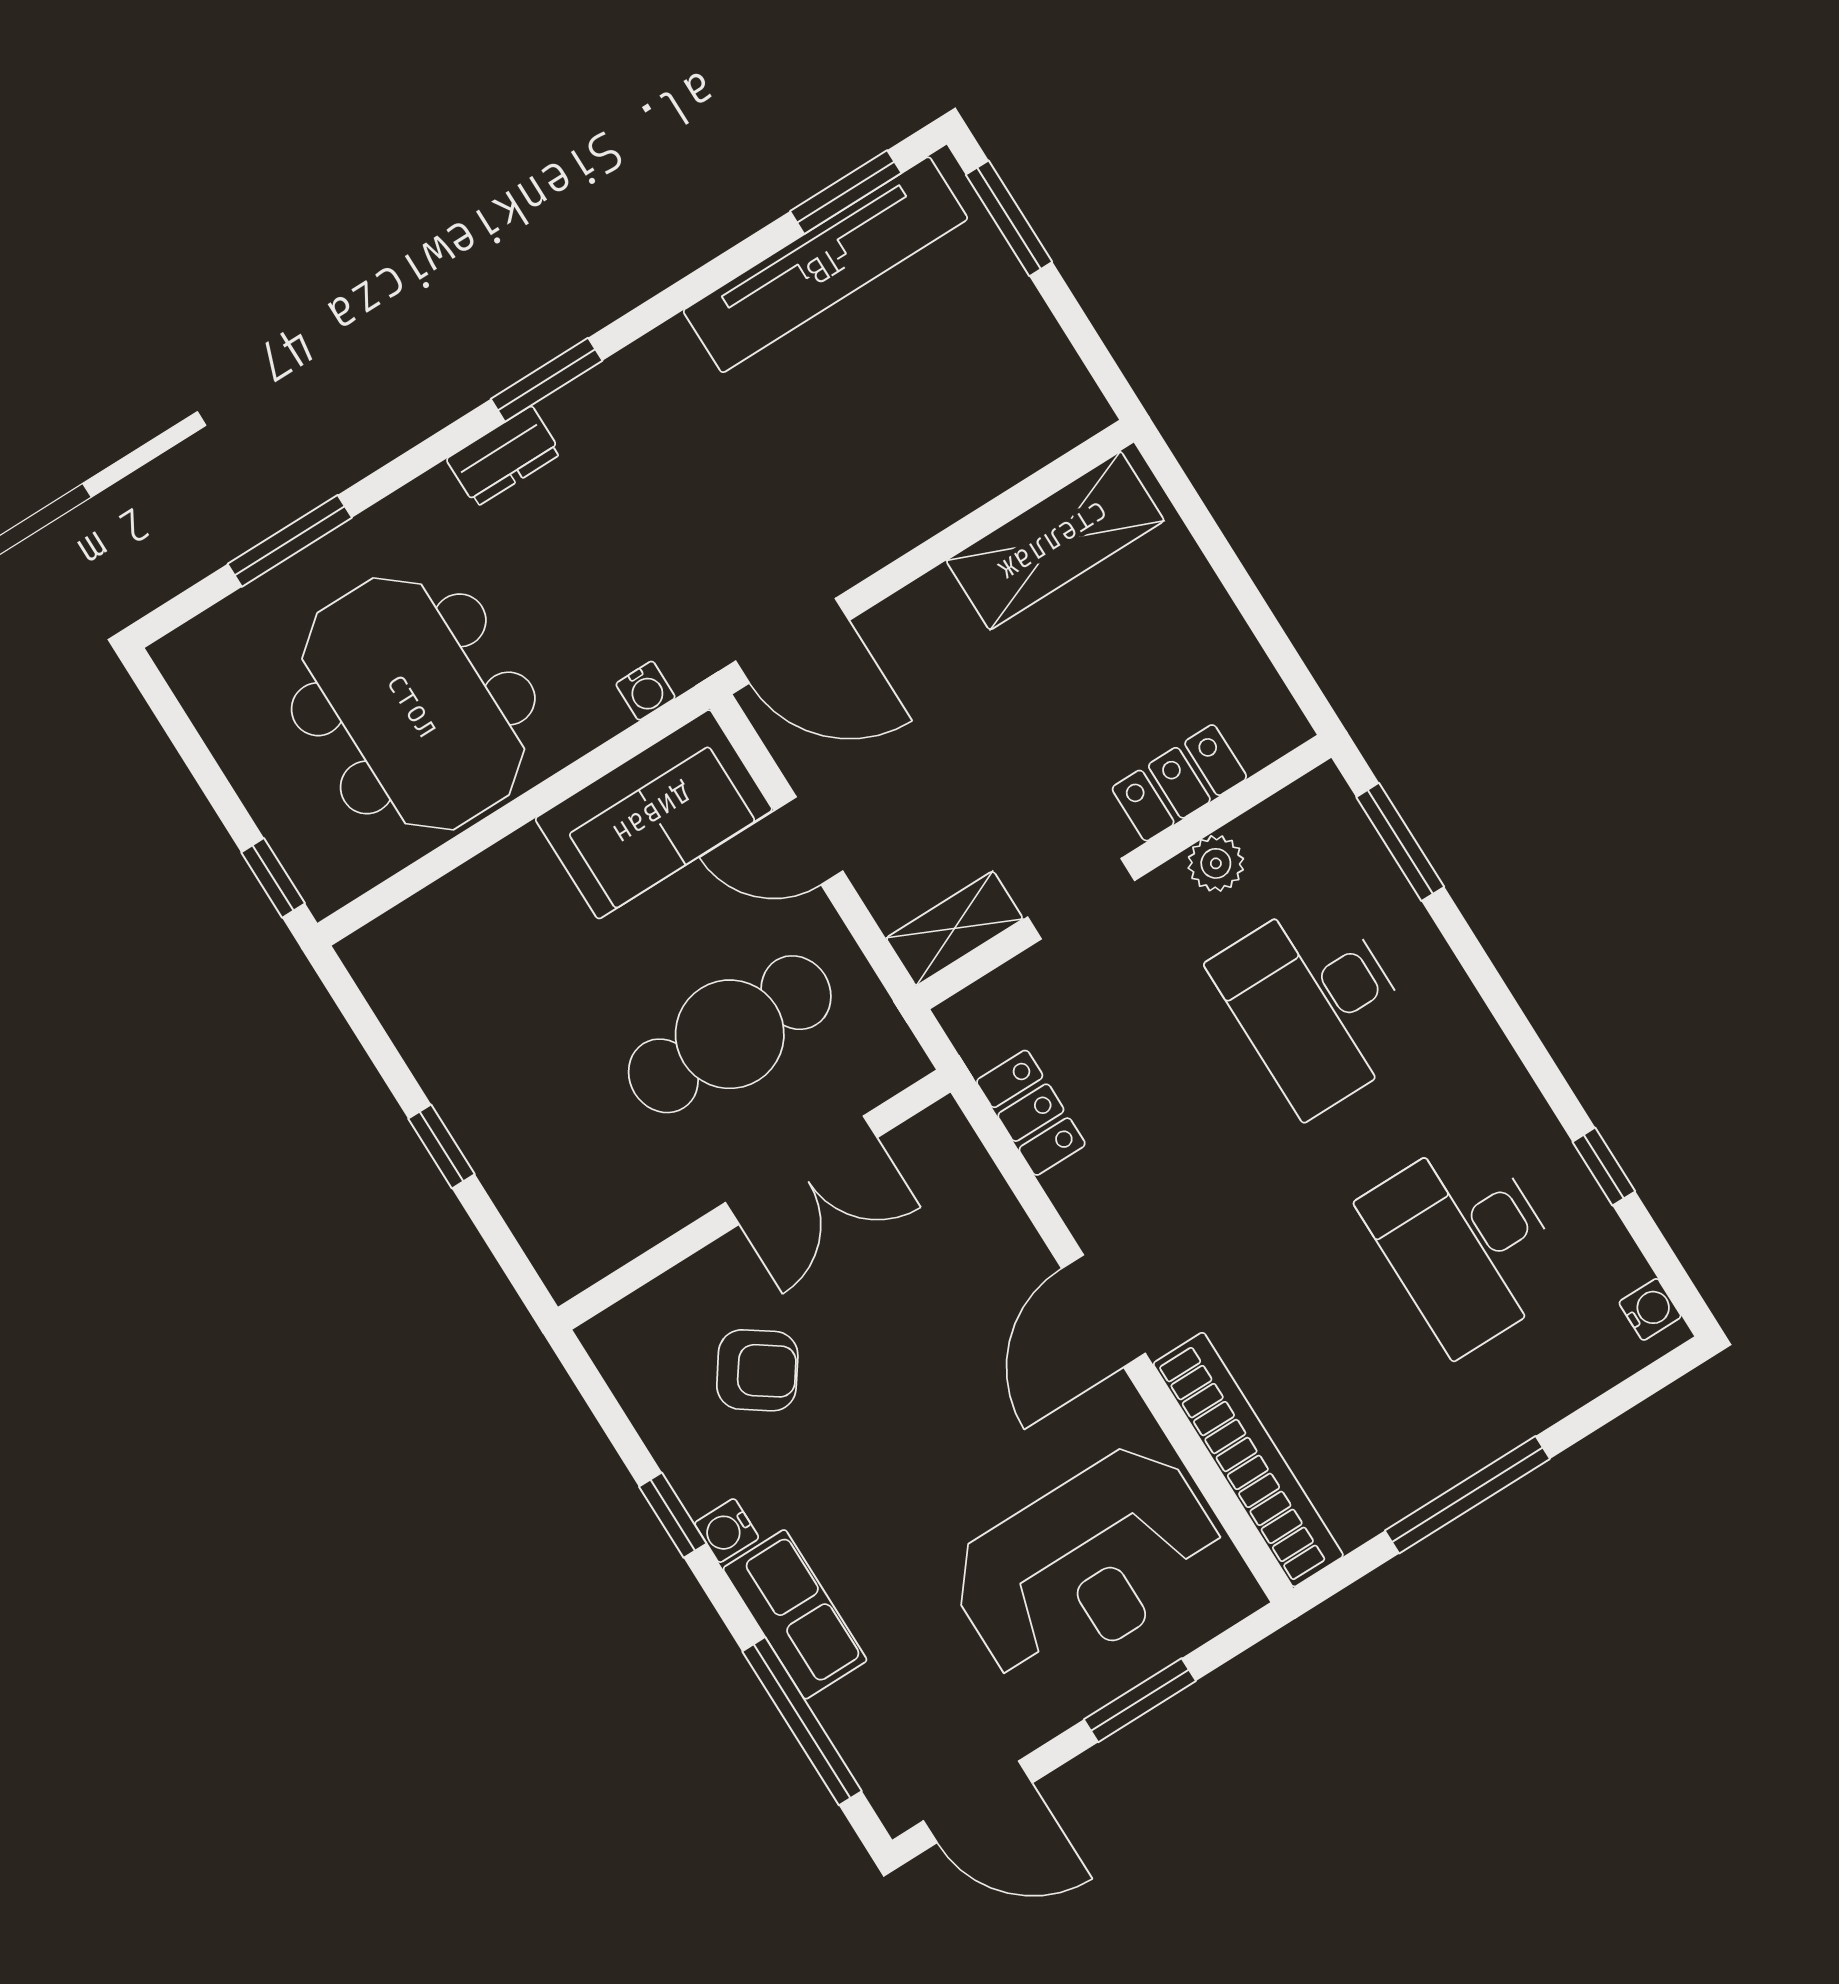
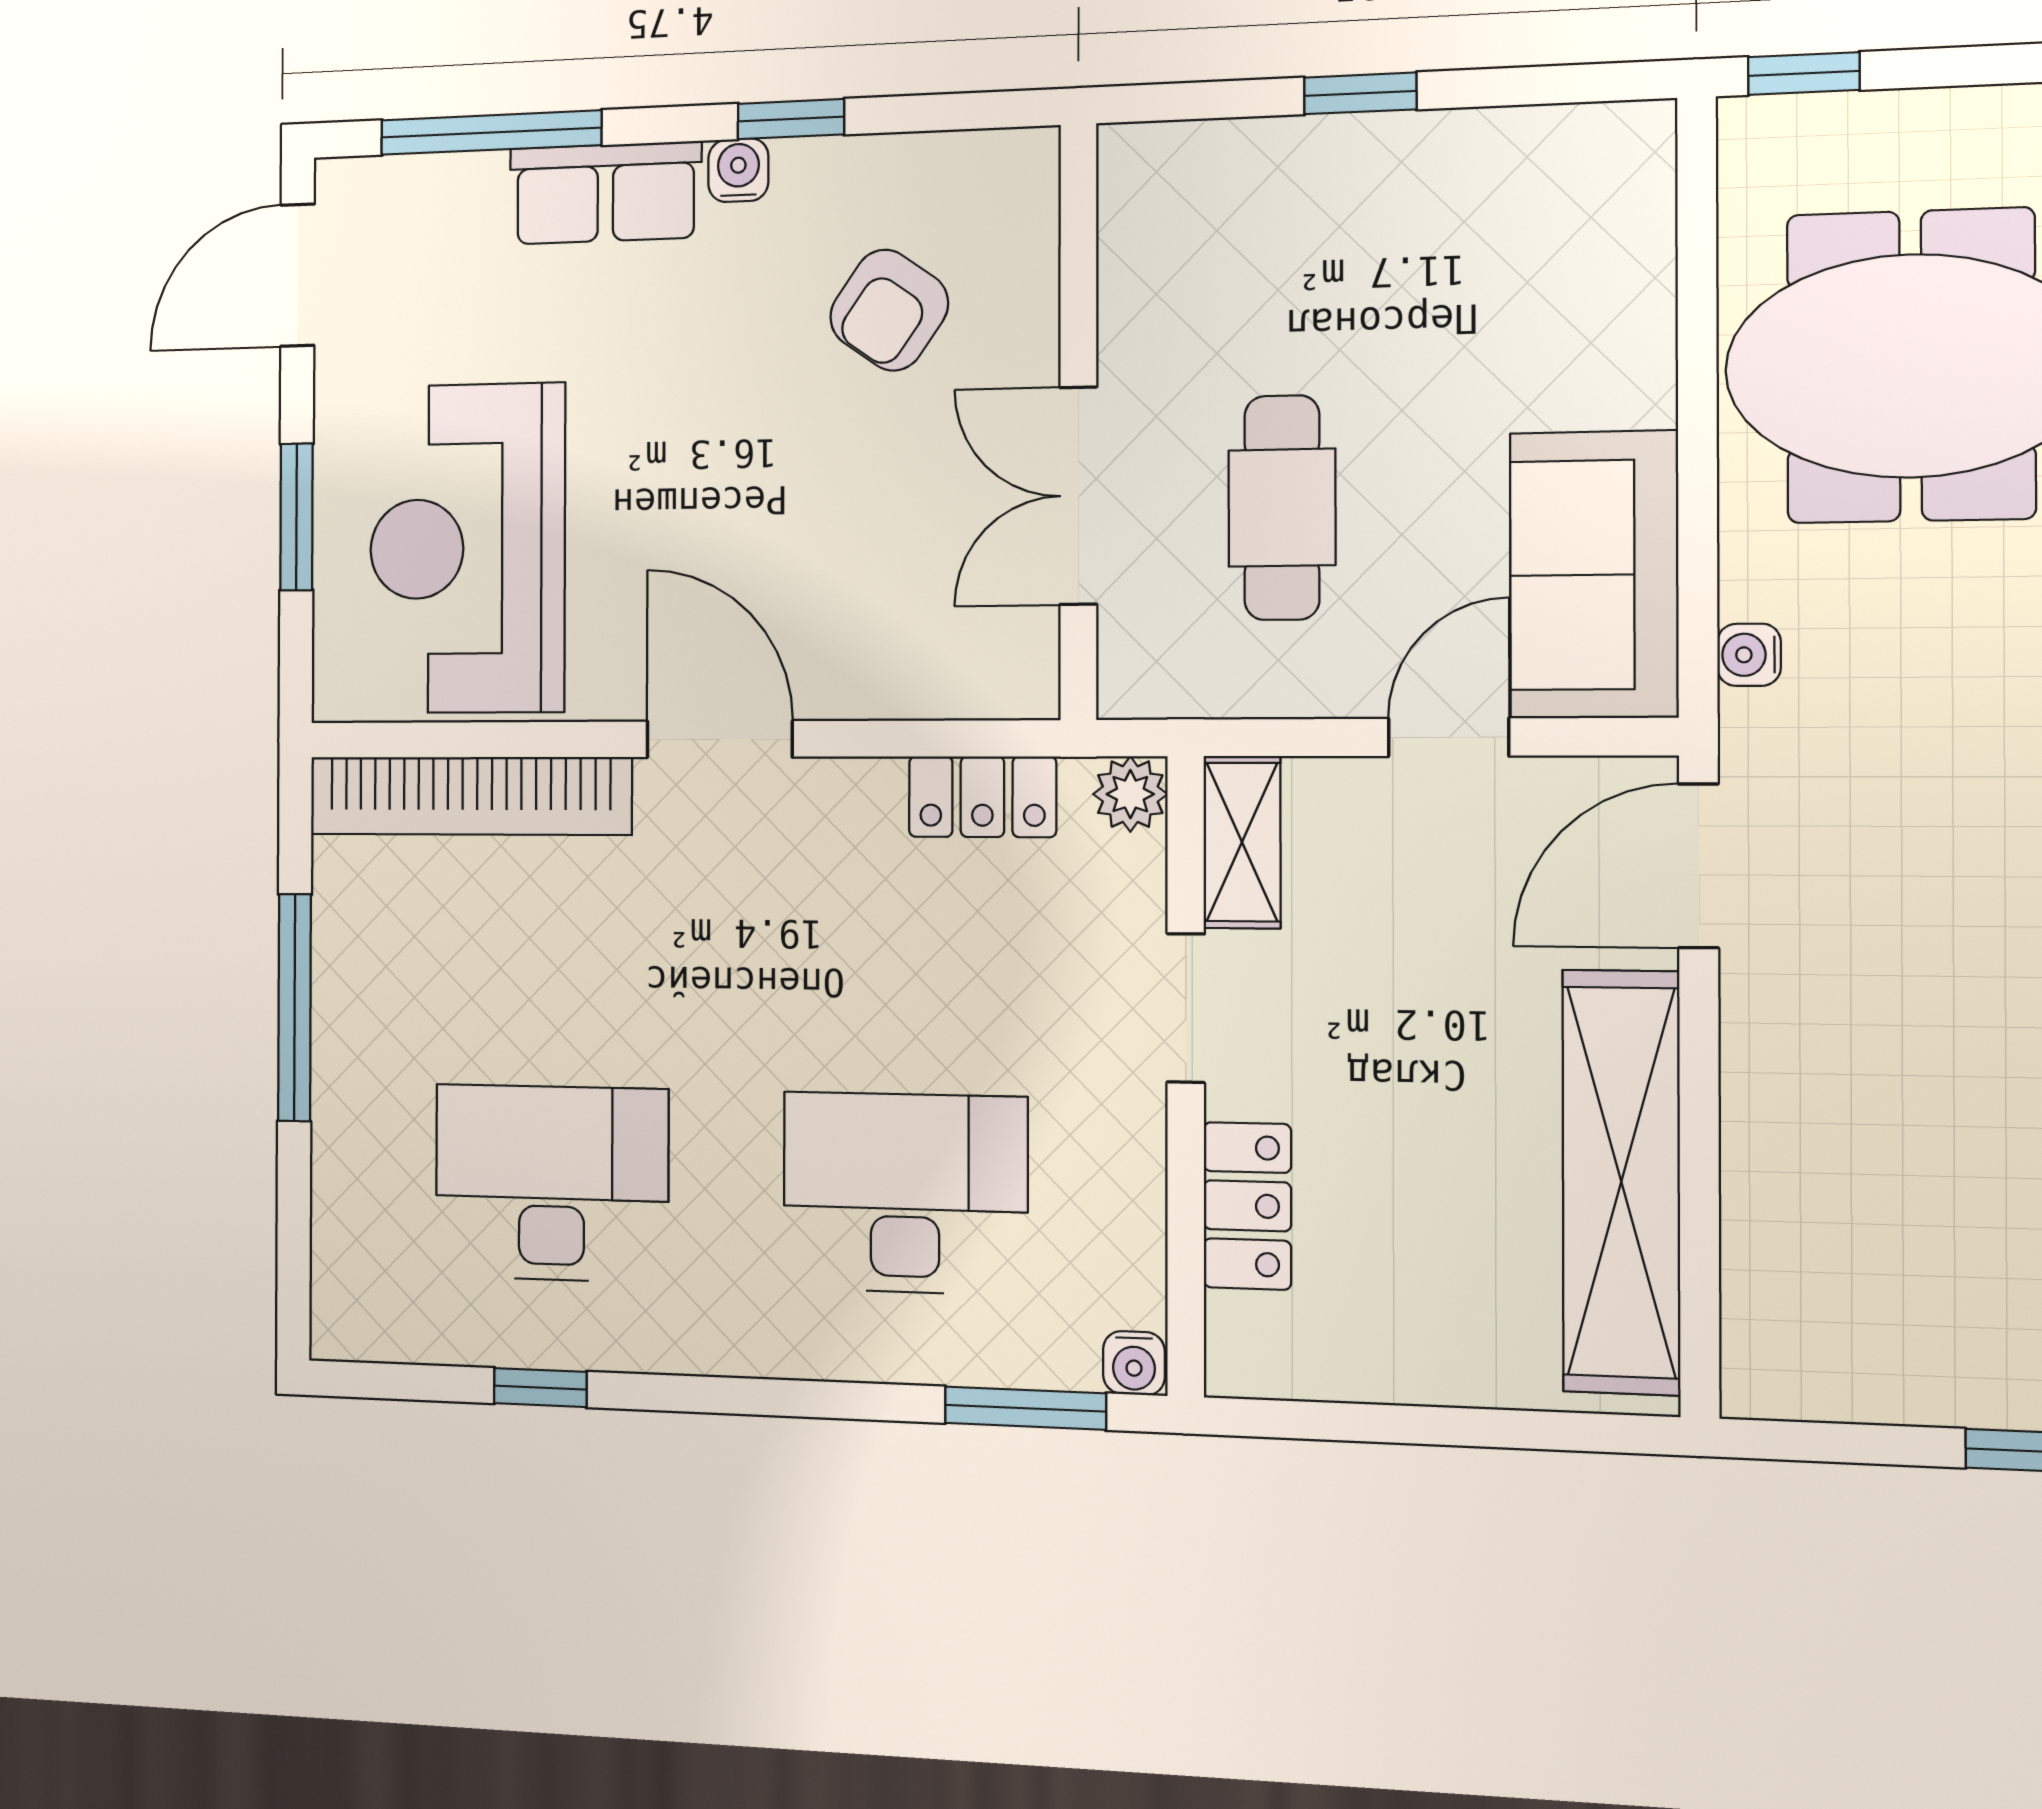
shelving: (1055, 541) -> (1621, 1182), width x1.47
plant: (1216, 863) -> (1130, 794), moved
cafe table: (730, 1034) -> (1282, 508), width x0.73, depth x0.74
water cooler: (1650, 1309) -> (1134, 1363), moved

